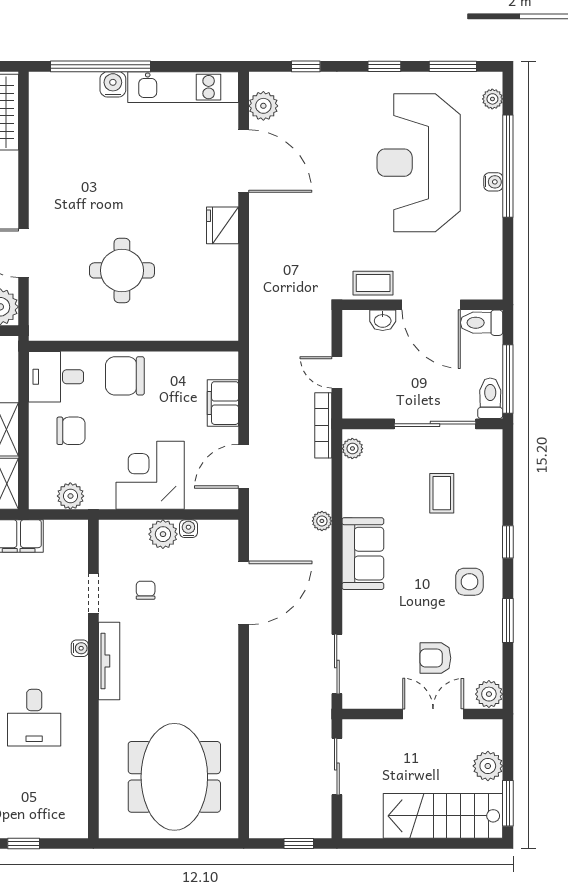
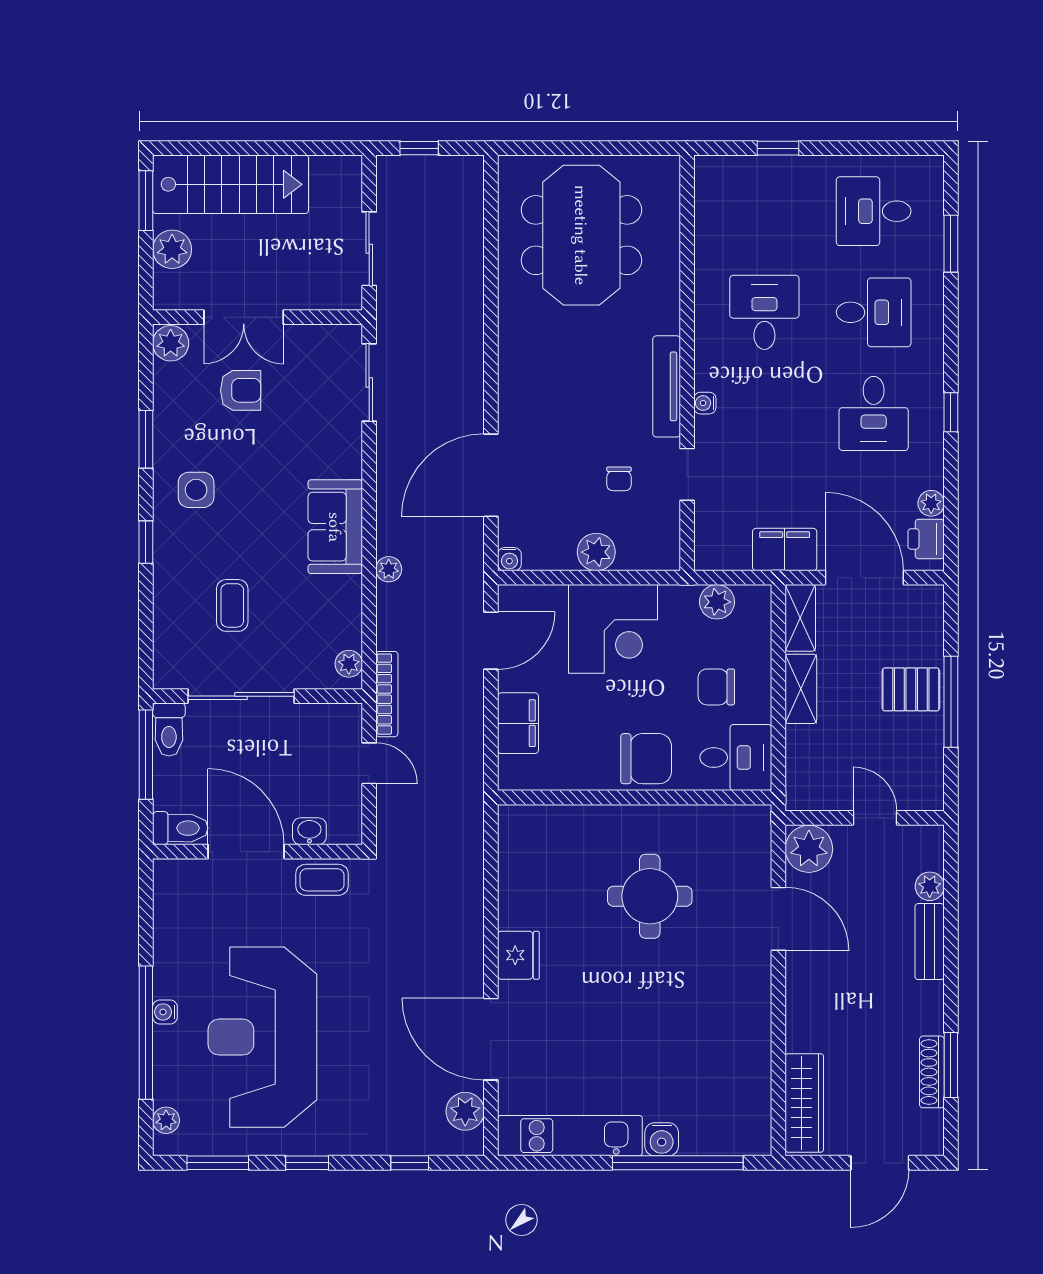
reception desk: (419, 163) -> (262, 1037), turned 180
water cooler: (188, 529) -> (509, 559), moved

